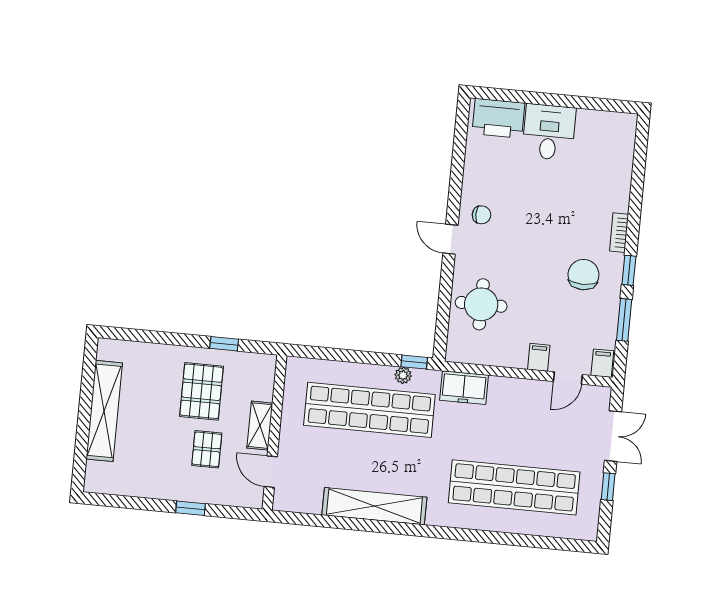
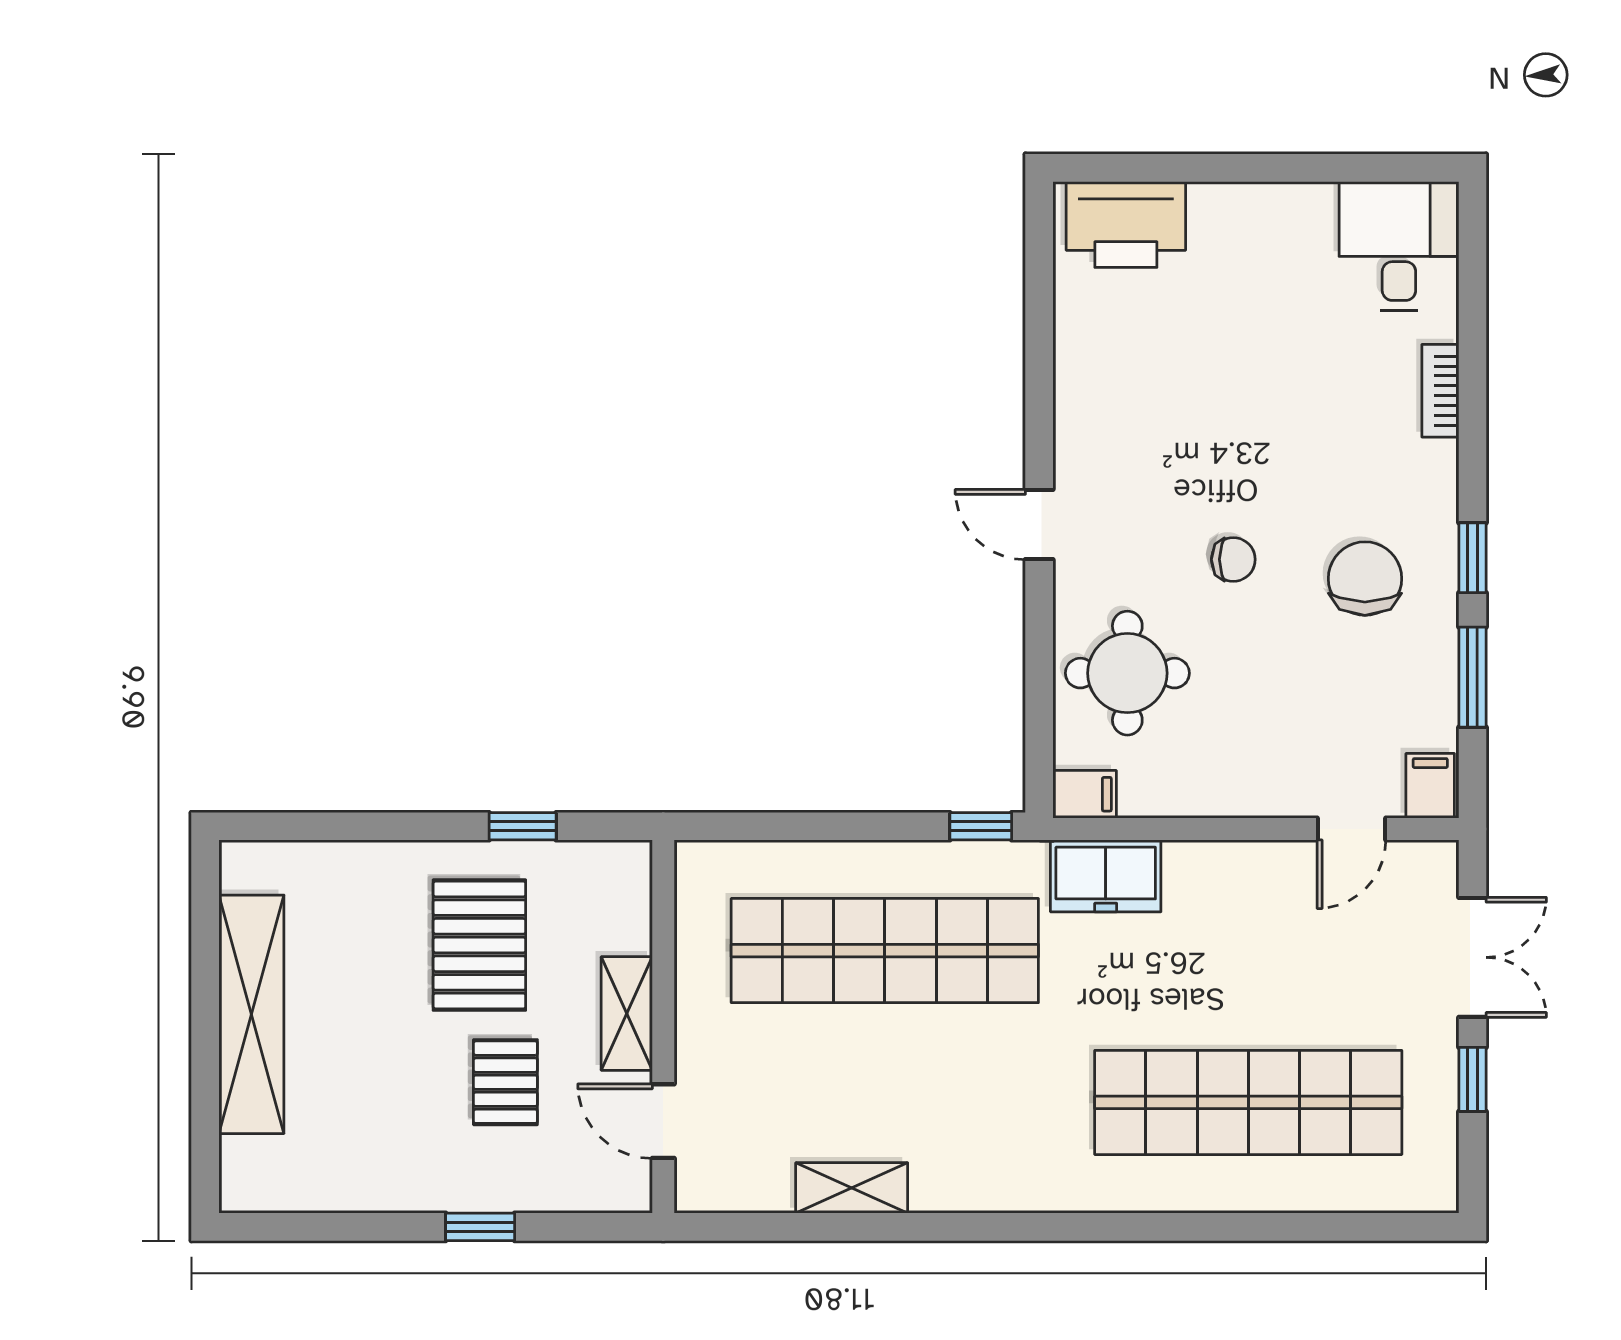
desk: (549, 132) -> (1399, 246), moved
chair: (482, 215) -> (1233, 559), moved
bookcase: (619, 233) -> (1440, 391), moved
filing cabinet: (539, 357) -> (1085, 794), moved, turned 90
plant: (403, 375) -> (957, 860), removed
shelving: (374, 506) -> (852, 1188), width x0.45, depth x0.75

